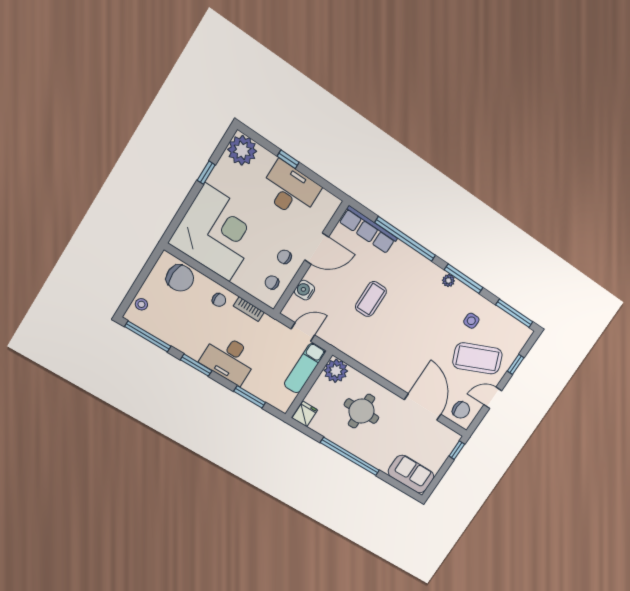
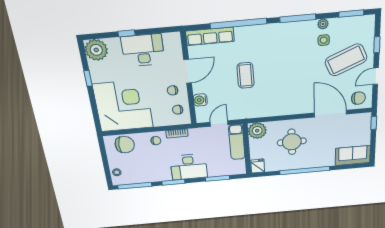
plant: (448, 281) -> (323, 24), moved
window: (514, 313) -> (351, 13), width x0.69

